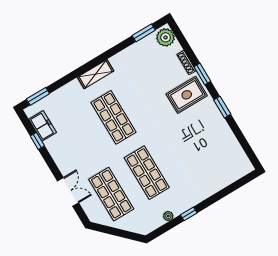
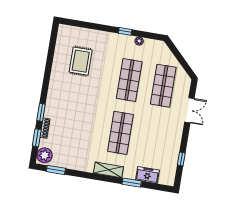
rug: (187, 95) -> (81, 61), moved, turned 90
window: (38, 96) -> (132, 183), moved
window: (222, 107) -> (37, 138), moved
freezer: (43, 126) -> (147, 175), moved, turned 90
double door: (68, 192) -> (189, 110), swing flipped

